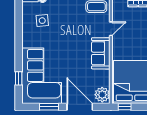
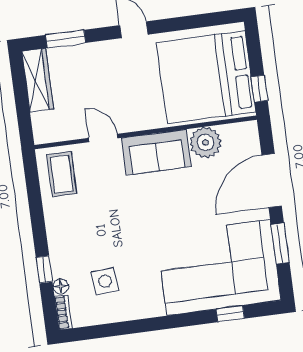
plant: (102, 95) -> (205, 142), moved

